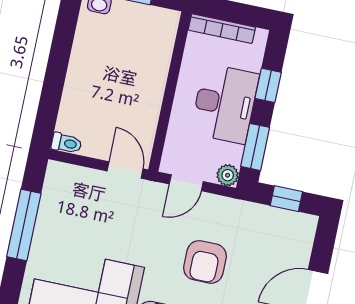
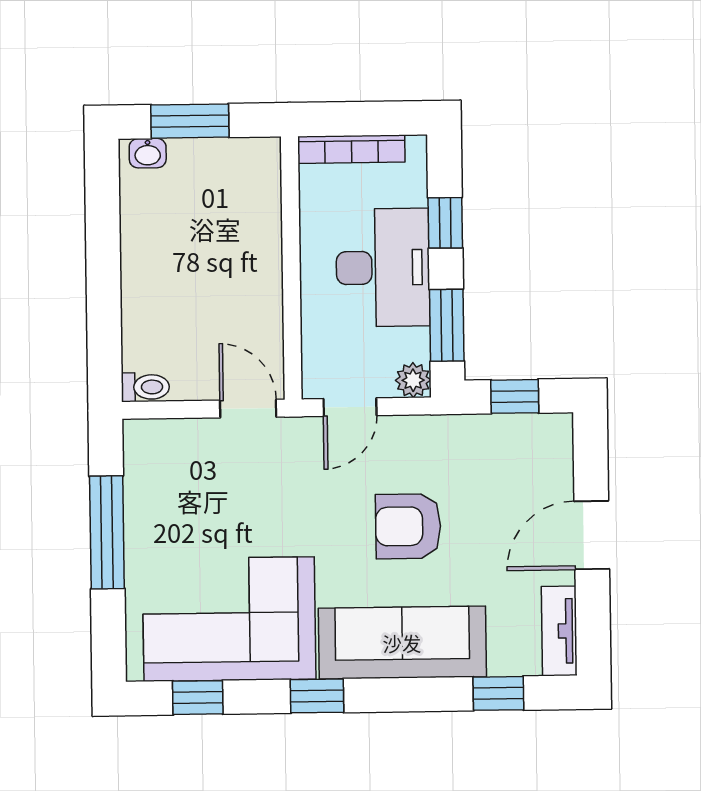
armchair: (205, 262) -> (408, 526), turned 90

